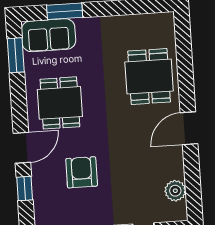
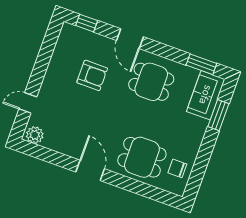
chair: (144, 31) -> (177, 168), added
window: (25, 189) -> (87, 23), moved
plant: (175, 191) -> (35, 135), moved

